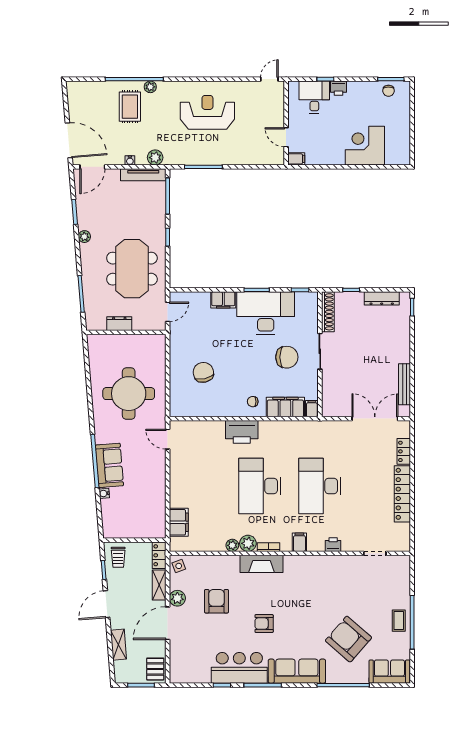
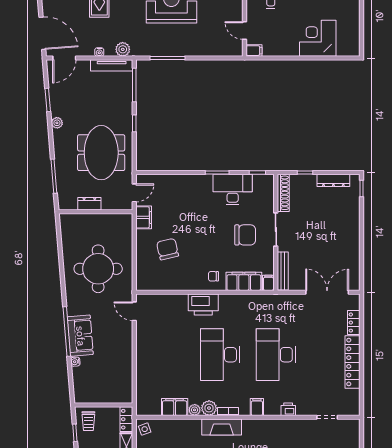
filing cabinet: (223, 300) -> (144, 217), moved, turned -90
desk: (266, 313) -> (233, 189), width x0.73, depth x0.77
bench: (404, 384) -> (283, 271), moved
filing cabinet: (179, 522) -> (175, 407), moved, turned -90

